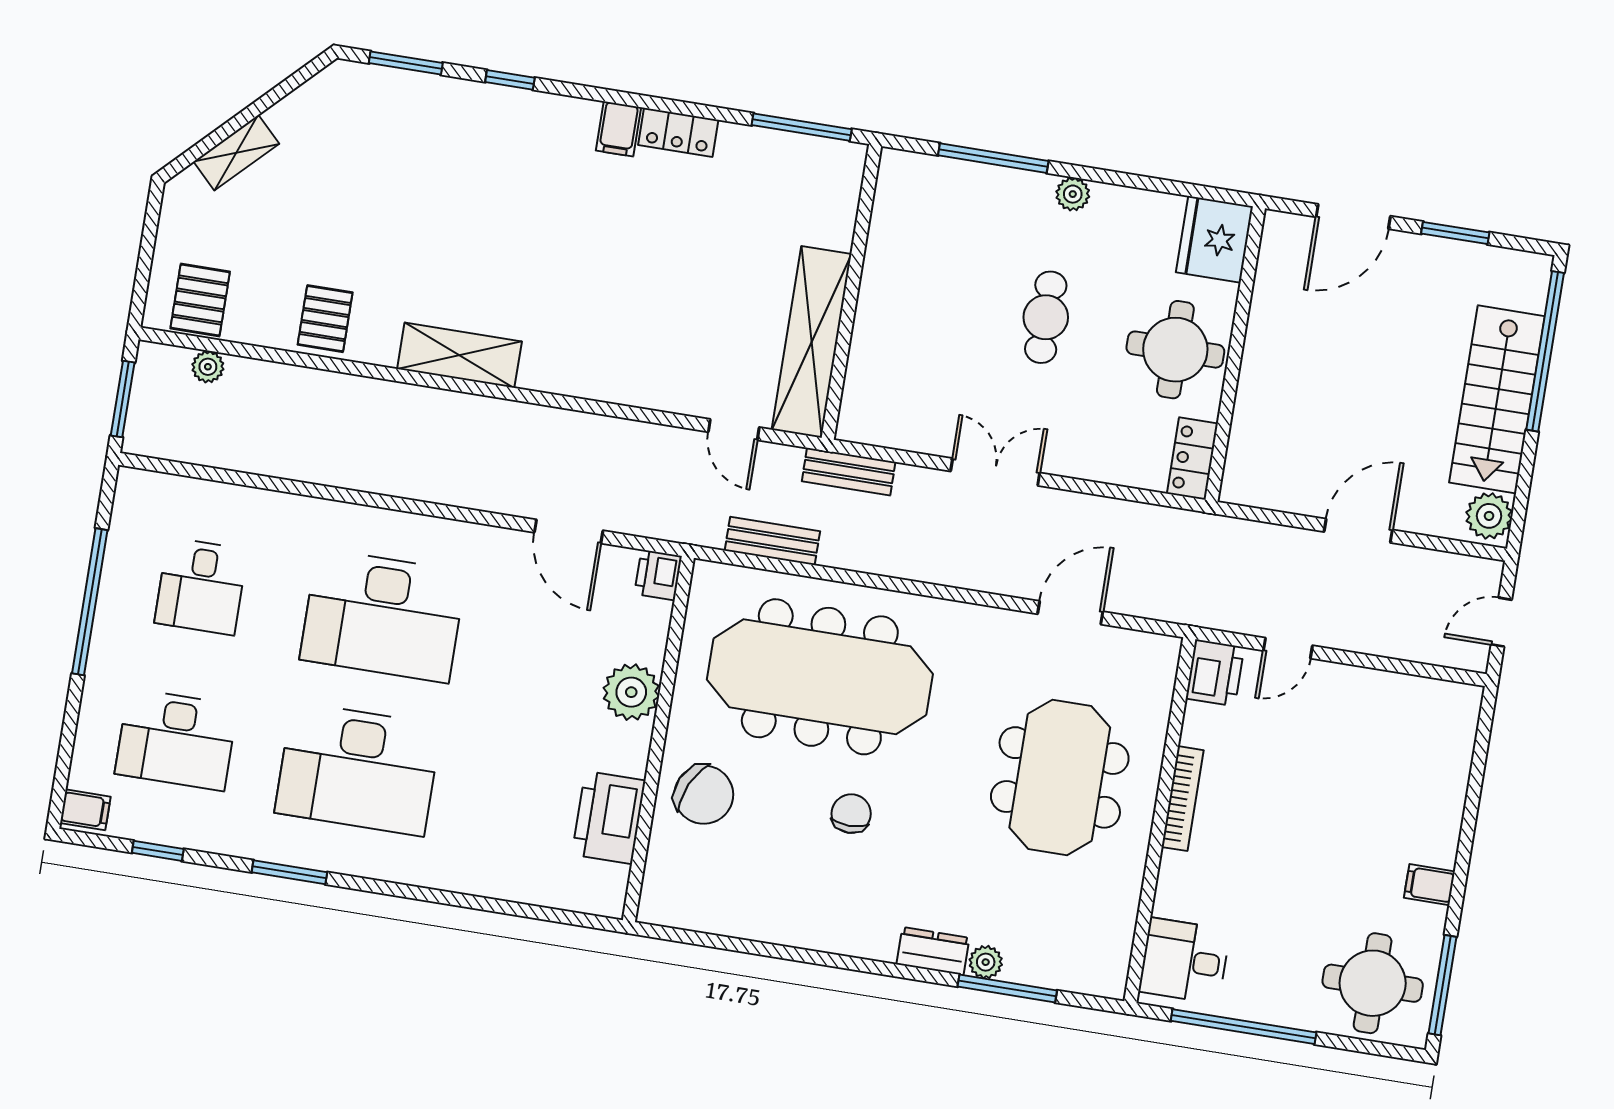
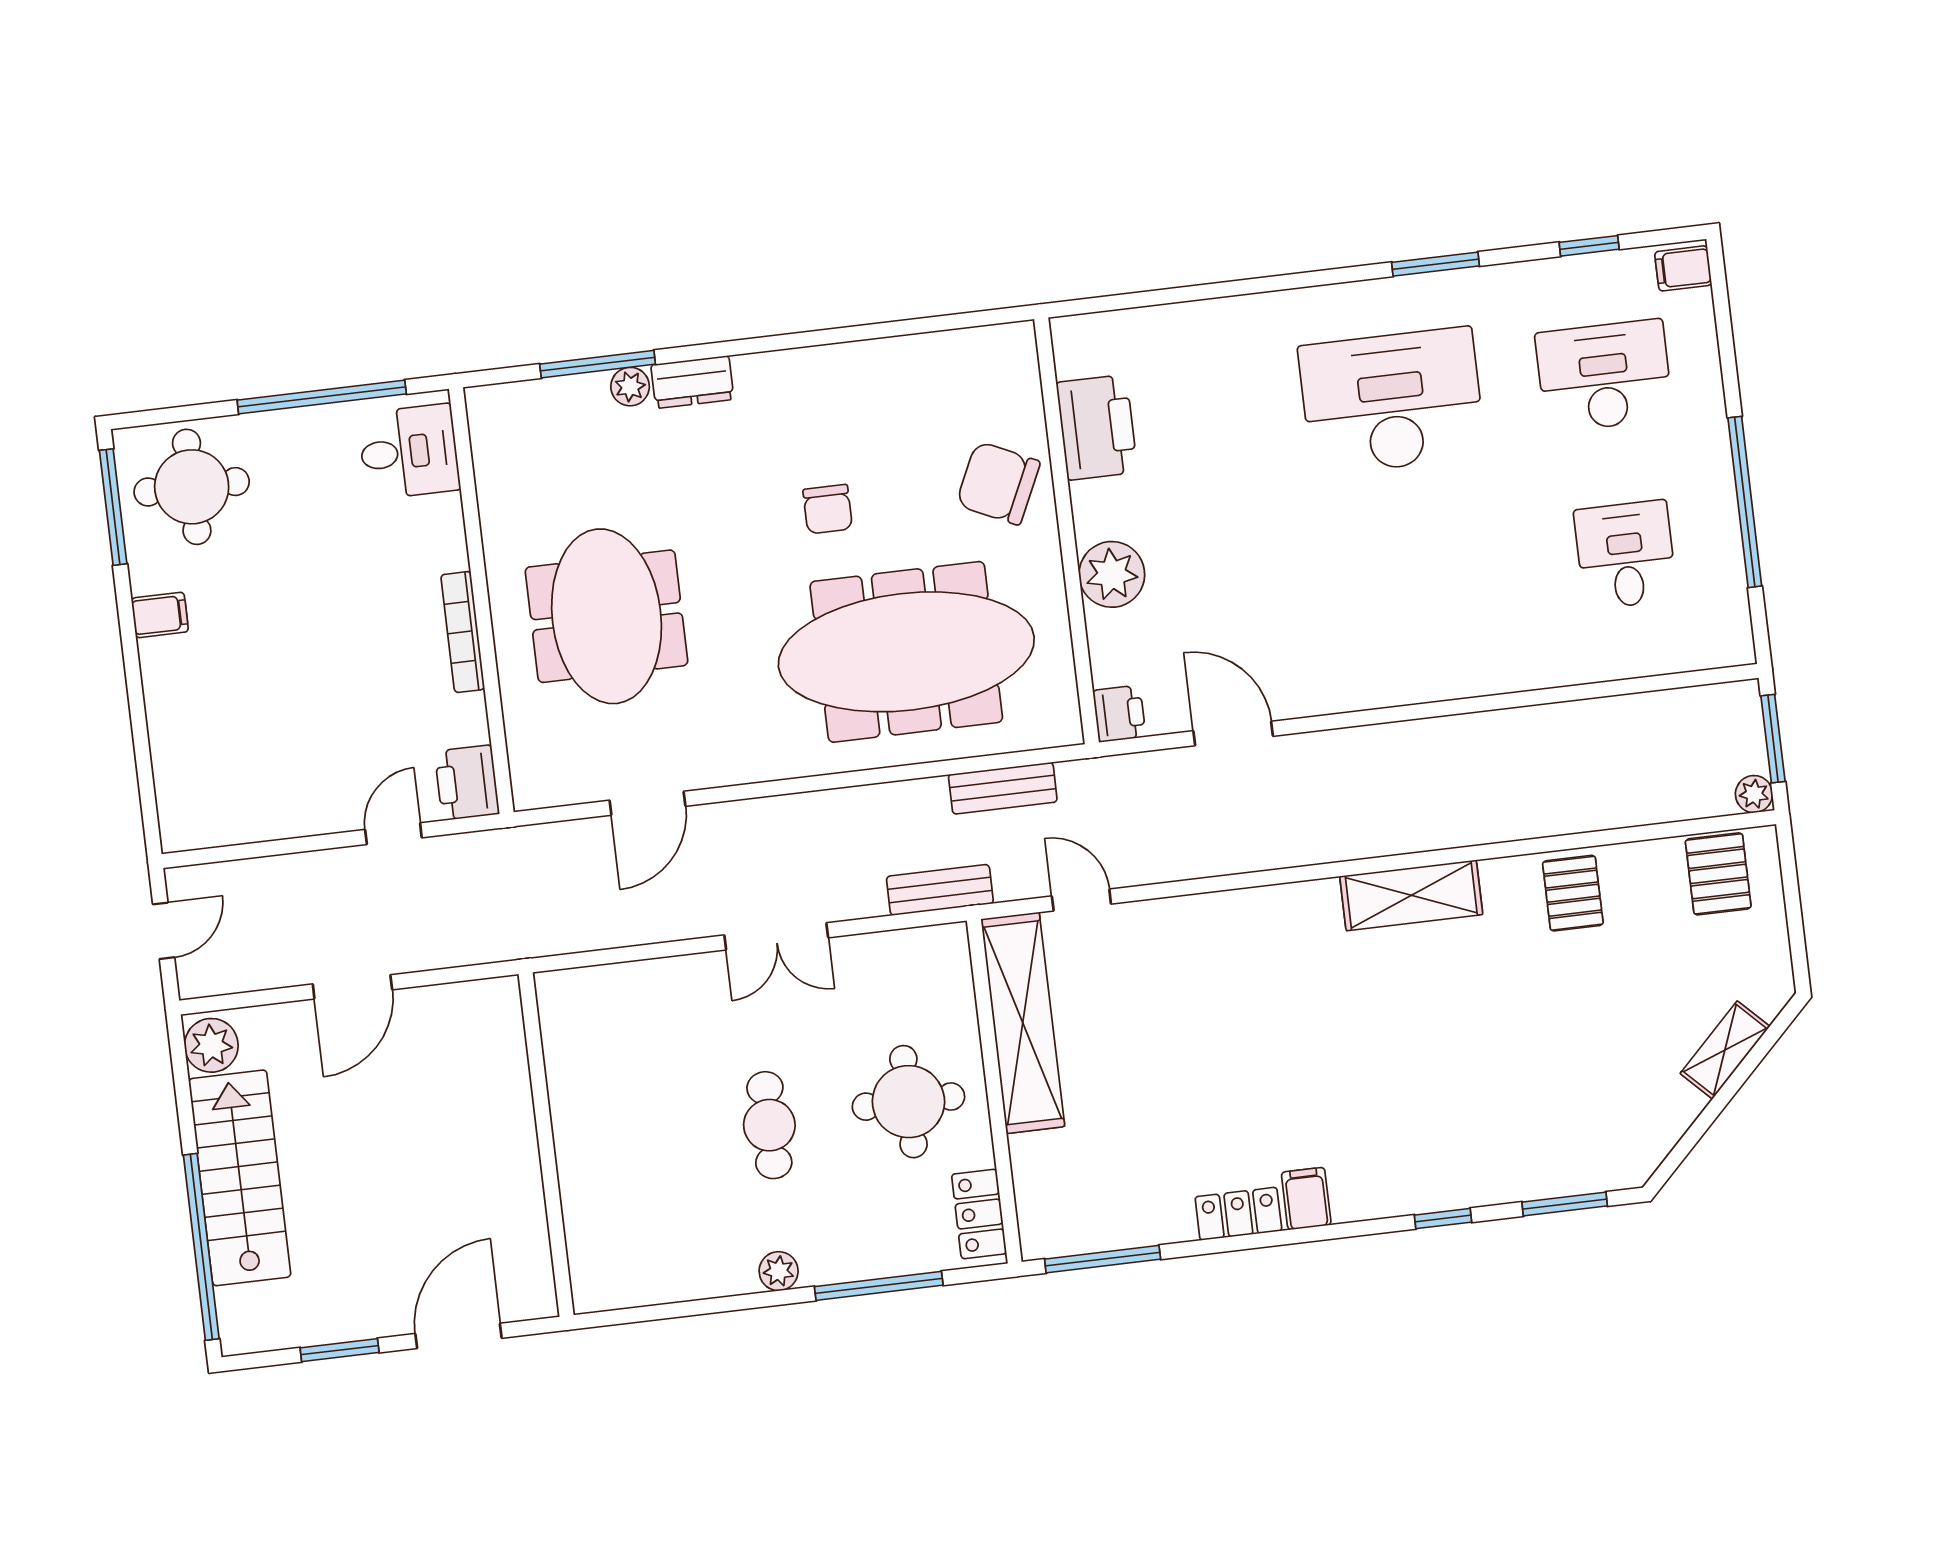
fridge: (1215, 239) -> (606, 1266), removed
round table: (1175, 350) -> (908, 1102), moved
plant: (208, 367) -> (1754, 794), moved
locker: (1192, 459) -> (979, 1214), moved, turned 180
desk: (383, 616) -> (1413, 580), removed

